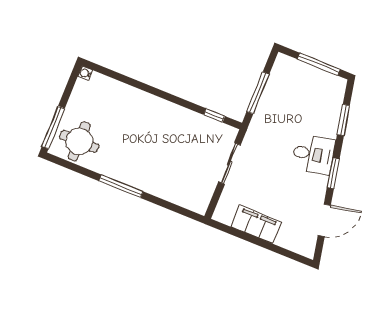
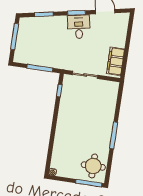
desk: (313, 154) -> (79, 27), moved
filing cabinet: (256, 224) -> (116, 61), moved

